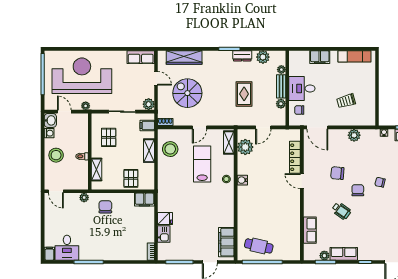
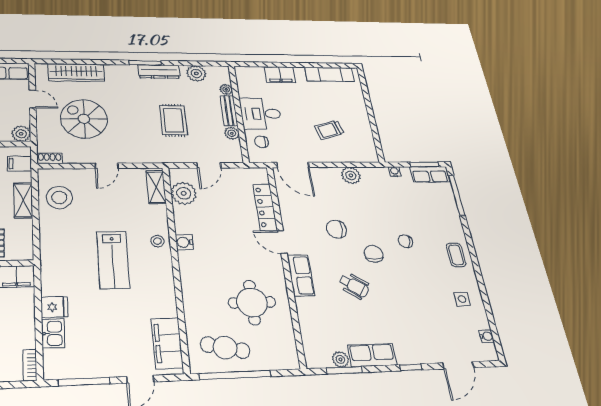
dresser: (242, 56) -> (159, 72), width x1.44
lab bench: (202, 164) -> (113, 260), moved, turned 180
round table: (278, 219) -> (252, 302), added
row of seats: (310, 230) -> (301, 275), moved

